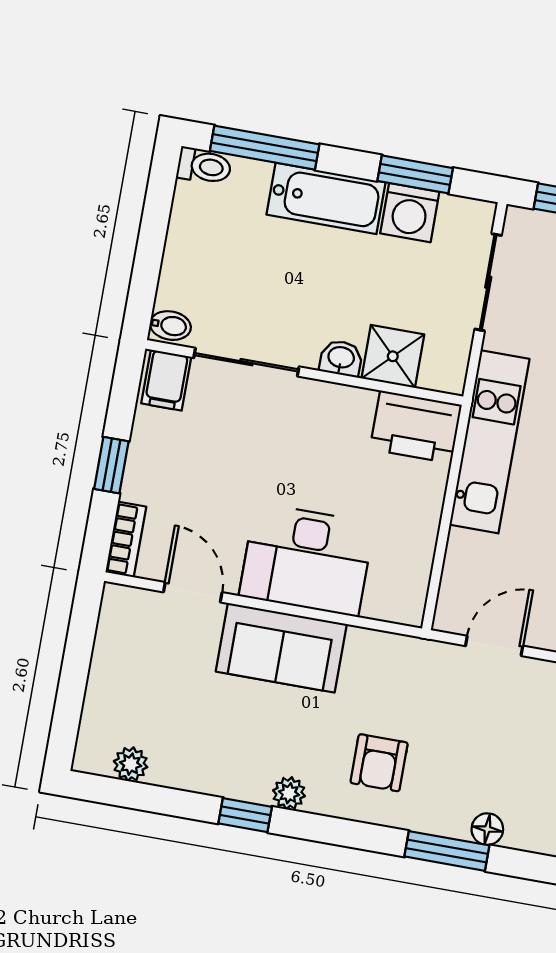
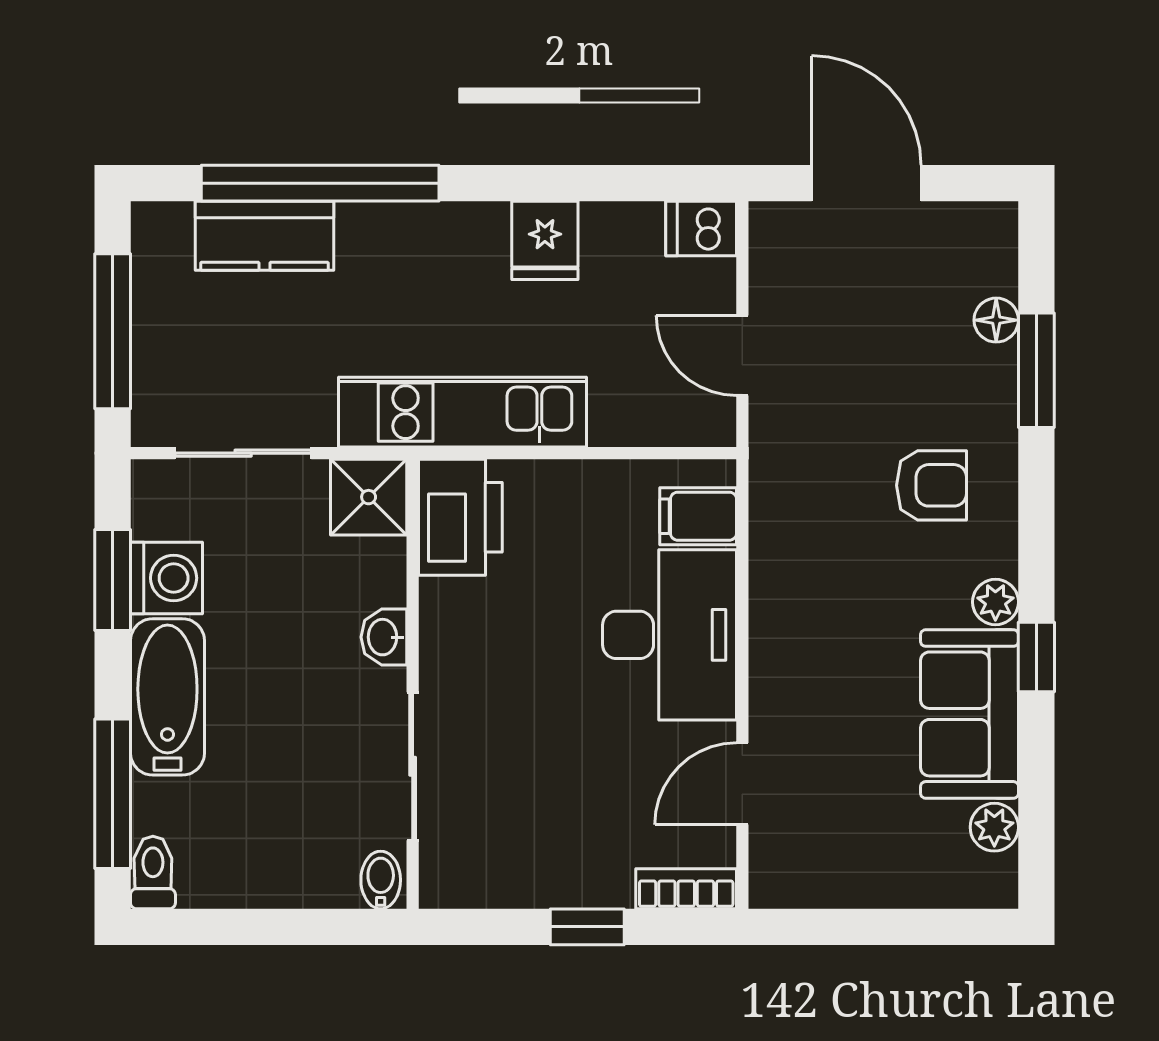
shower: (393, 356) -> (369, 497), moved
filing cabinet: (166, 380) -> (698, 516), moved, turned 180
sofa: (281, 648) -> (970, 714), moved, turned 180

